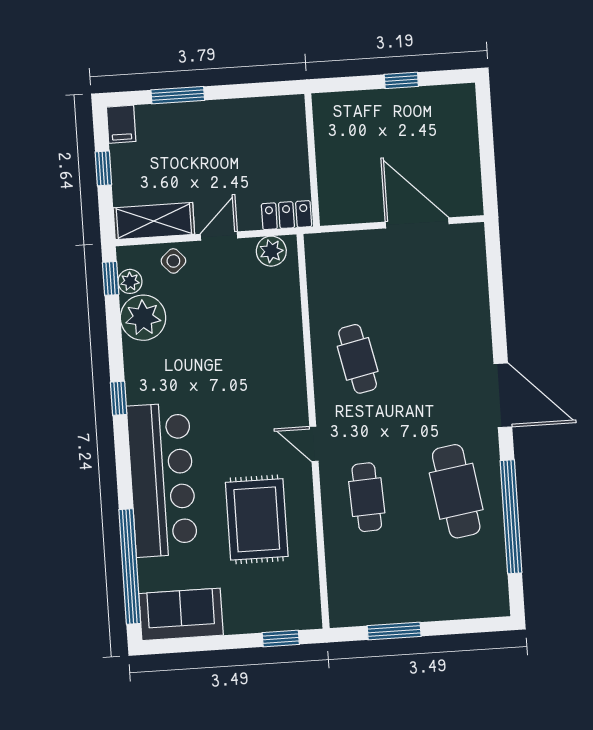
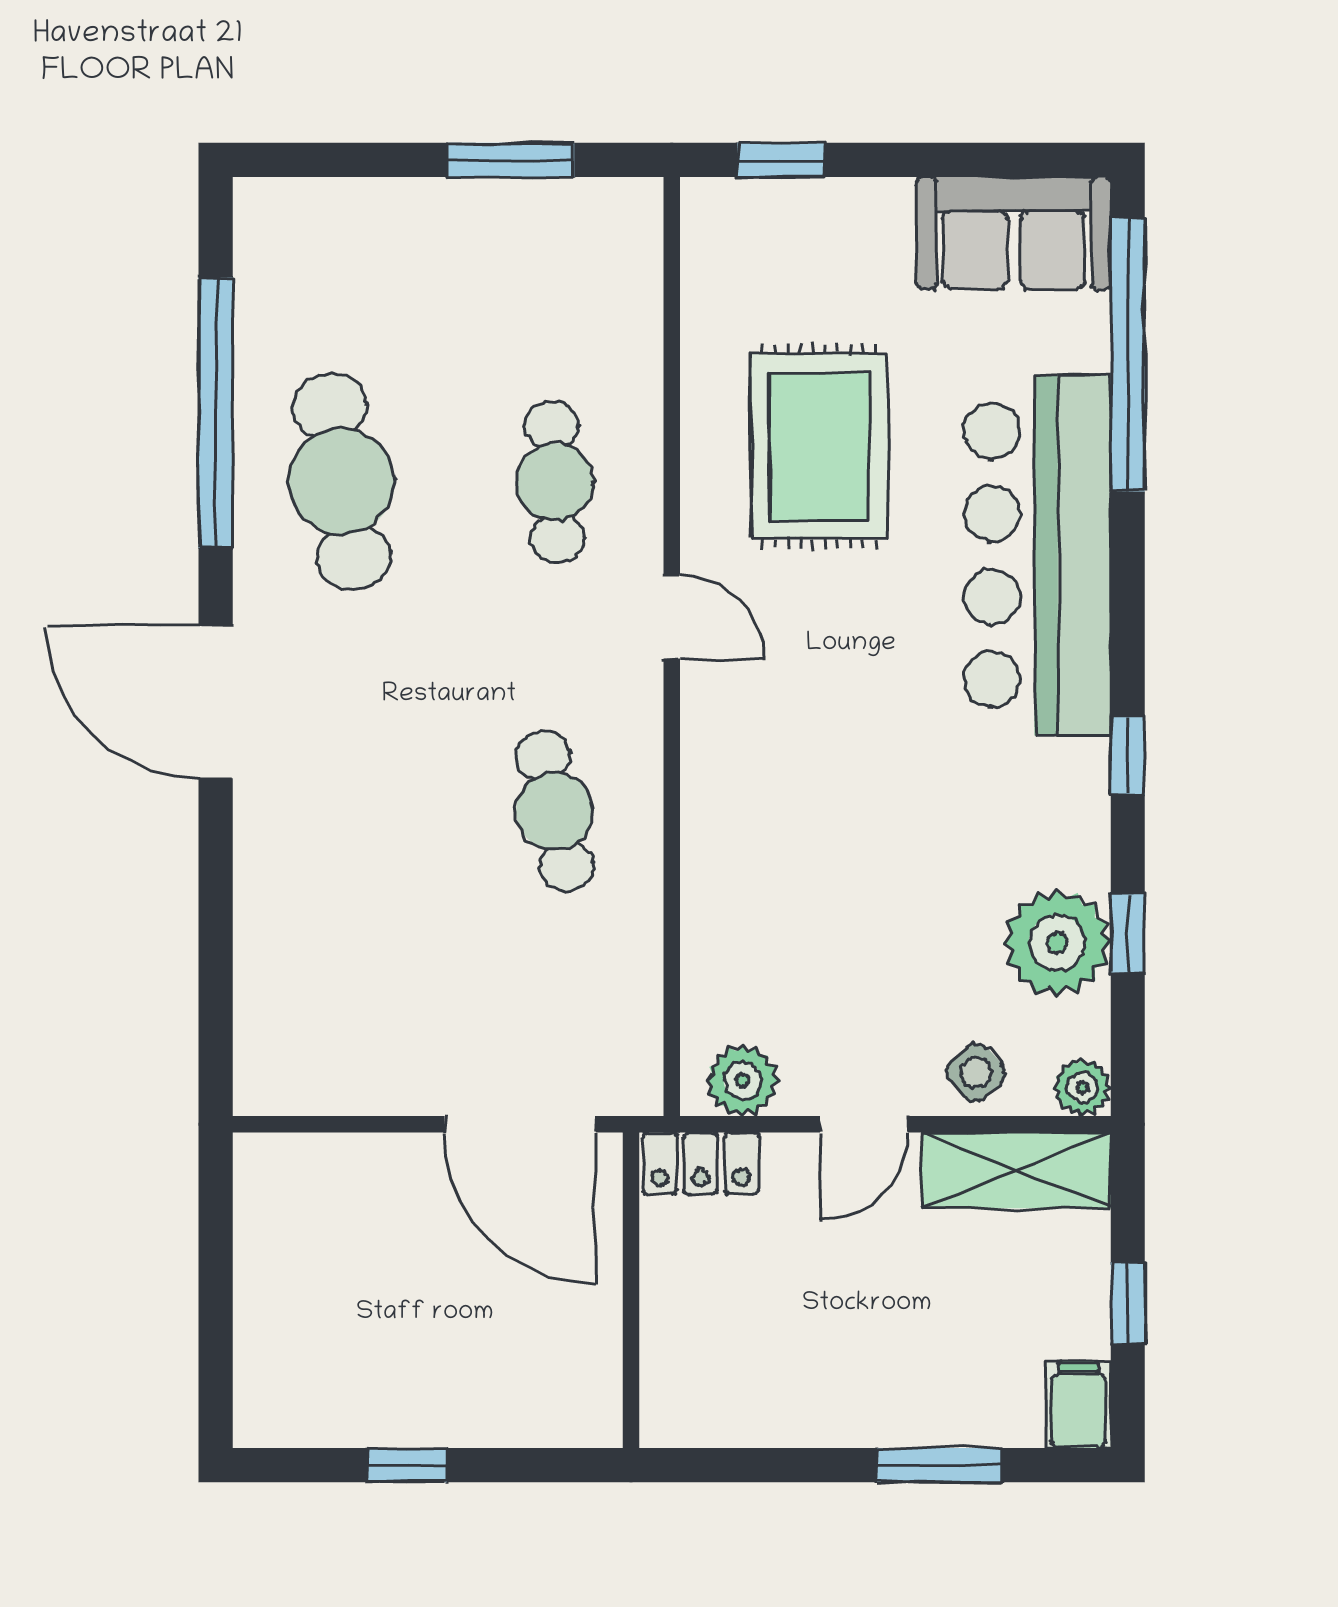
door: (417, 223) -> (520, 1124), moved
window: (111, 278) -> (1128, 933), moved
plant: (130, 281) -> (1082, 1088), moved

